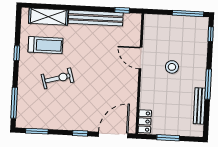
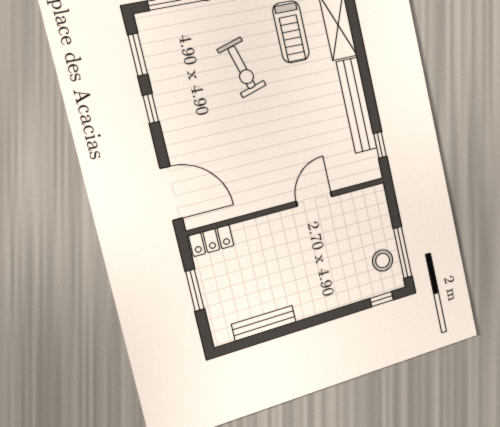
stool: (172, 67) -> (383, 260), moved
window: (208, 84) -> (303, 324), removed
window: (80, 133) -> (151, 109), moved

